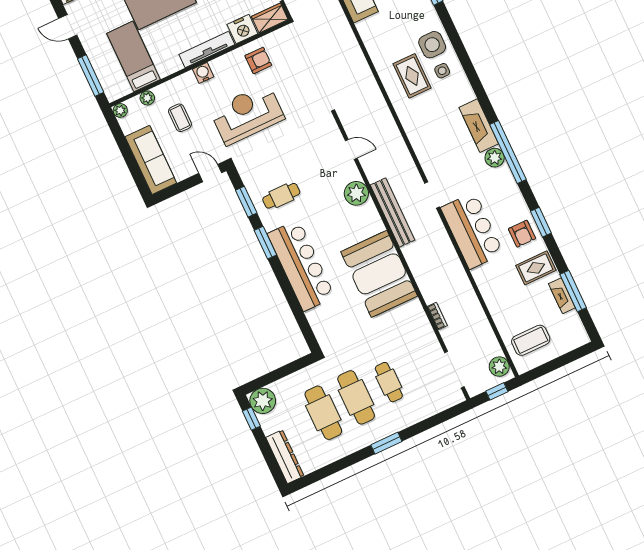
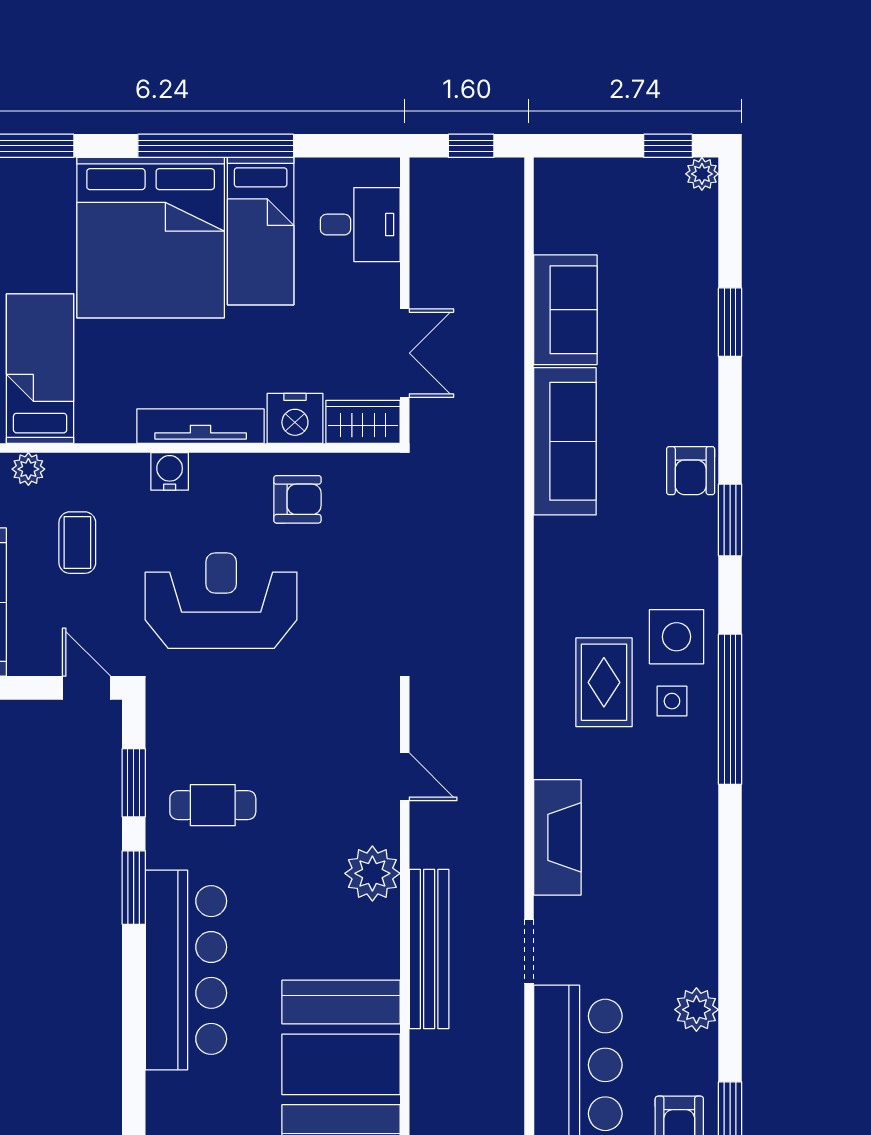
fireplace: (479, 126) -> (557, 837), moved, turned 180
window: (508, 152) -> (730, 709), moved
plant: (495, 158) -> (696, 1010), moved

